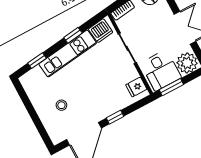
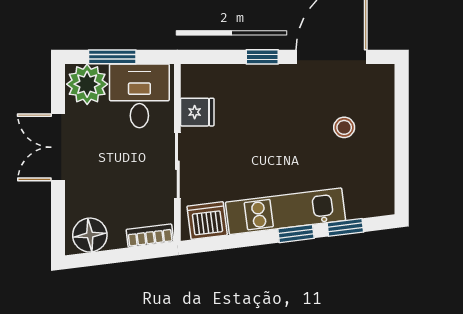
window: (73, 35) -> (296, 234), moved
fridge: (136, 87) -> (197, 112), moved
window: (171, 87) -> (112, 57), moved

